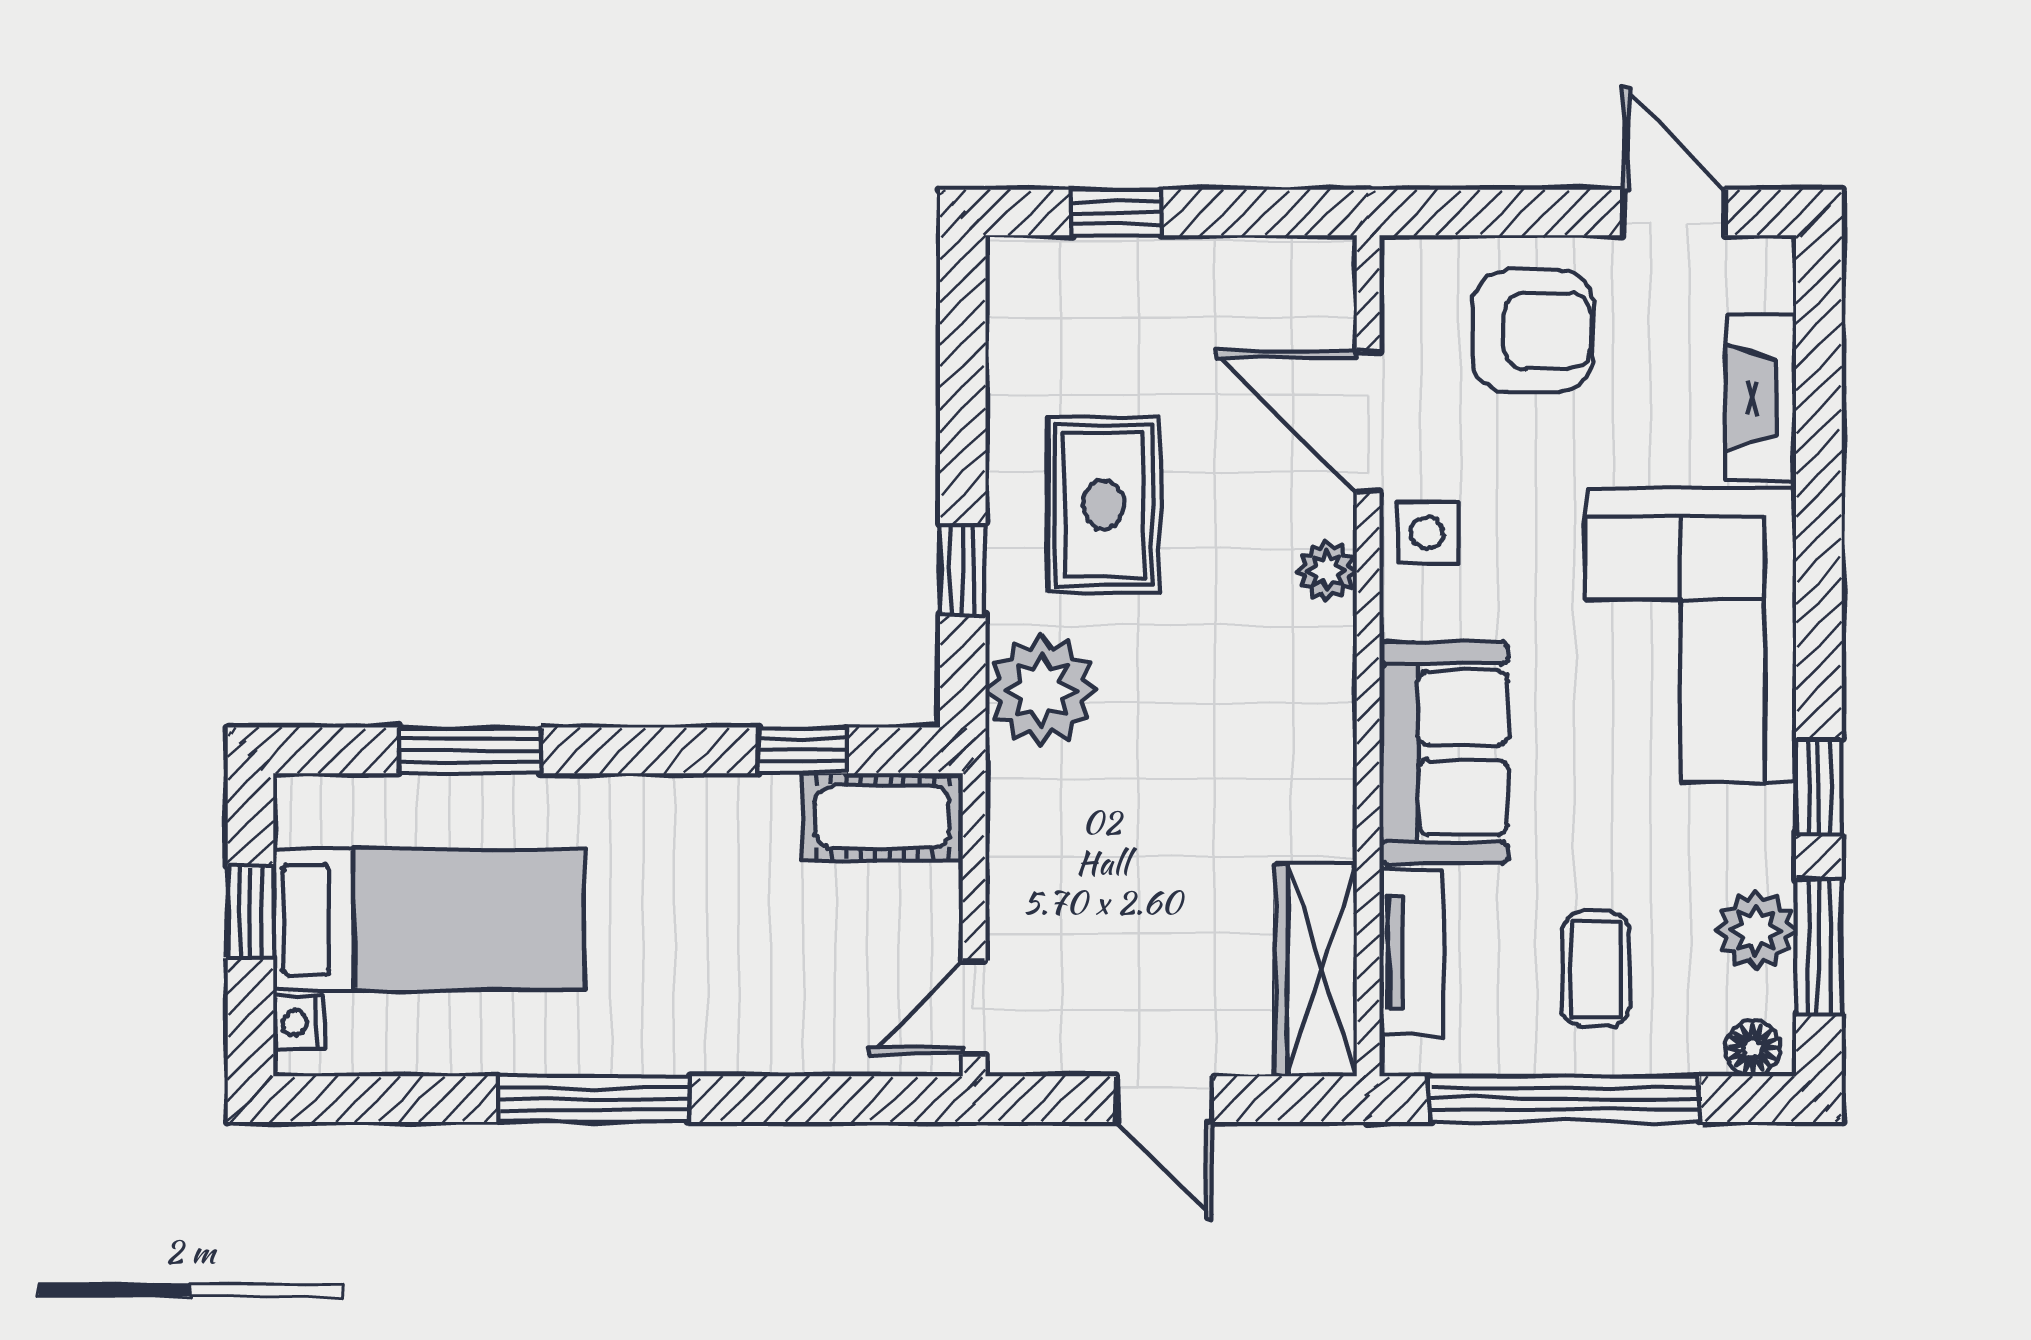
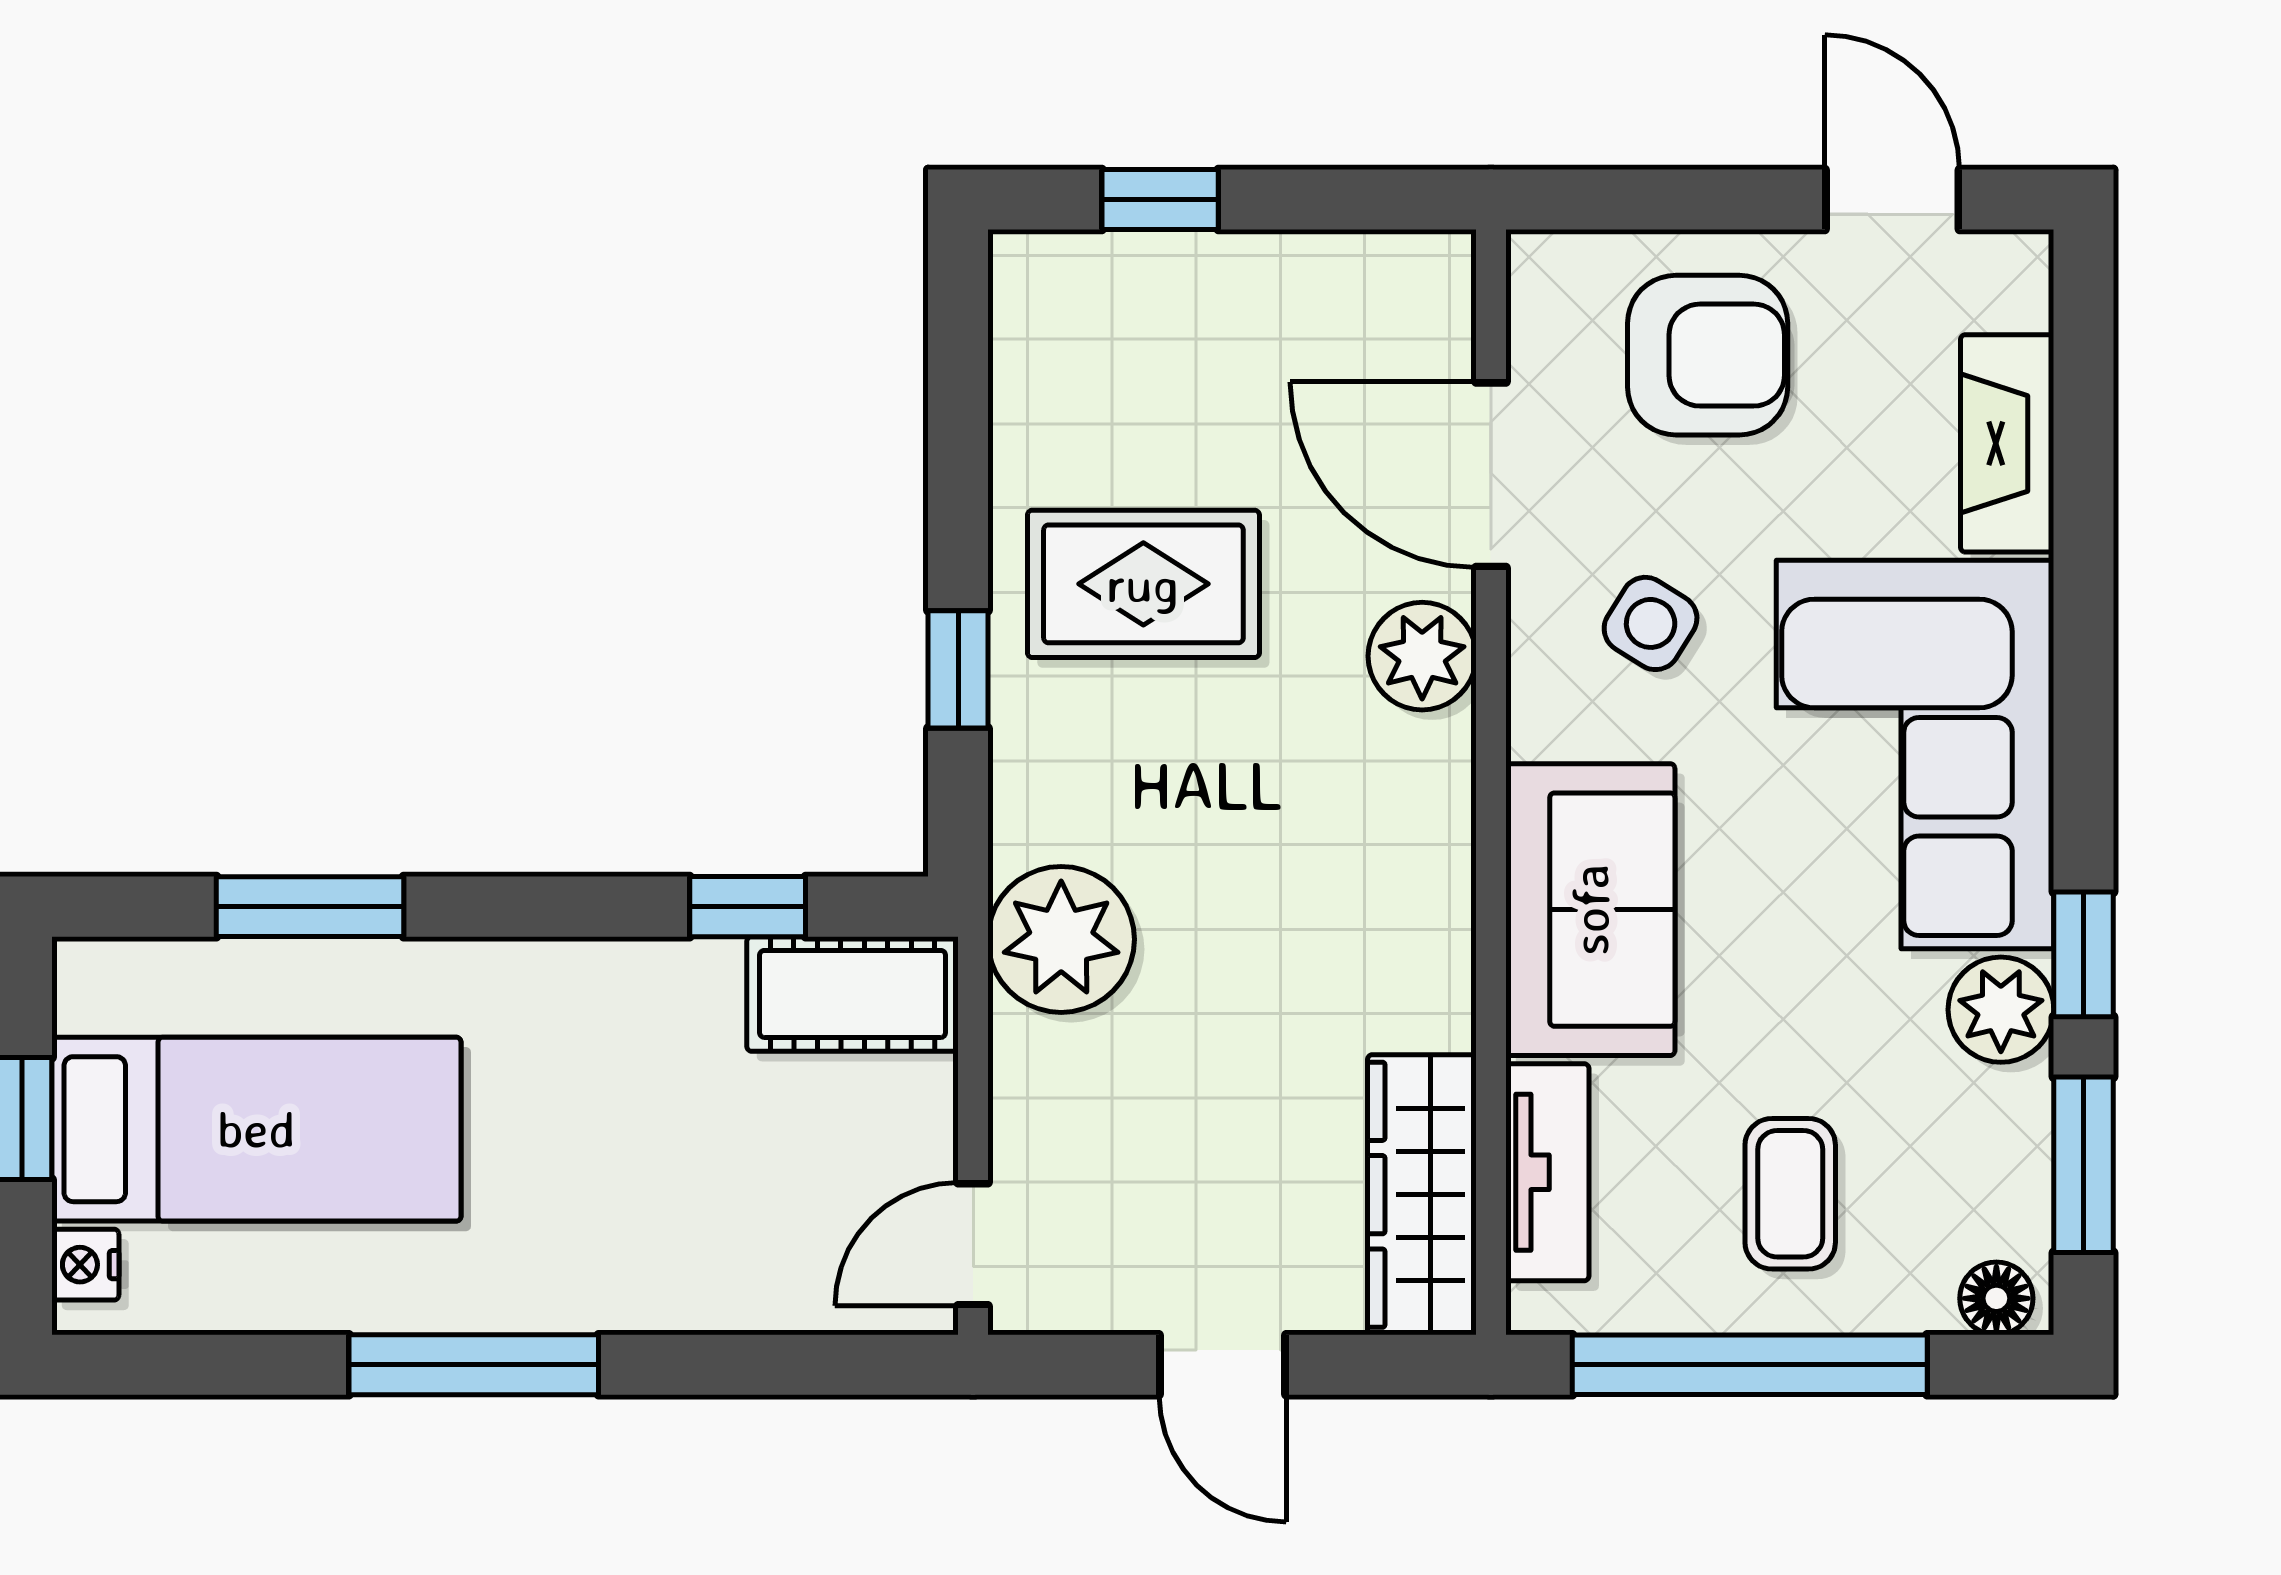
rug: (1104, 505) -> (1143, 584), turned 90
side table: (1427, 533) -> (1651, 623), moved, turned 32
plant: (1327, 571) -> (1422, 656), width x1.38, depth x1.38
plant: (1041, 690) -> (1061, 939), moved
plant: (1756, 930) -> (2001, 1010), moved

